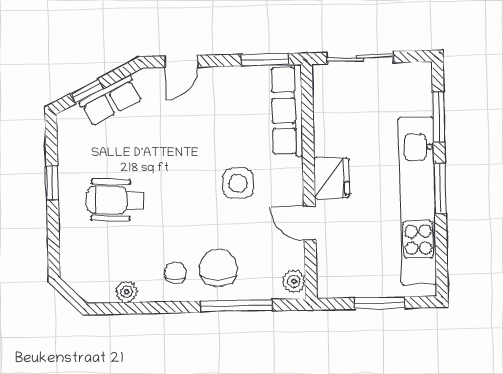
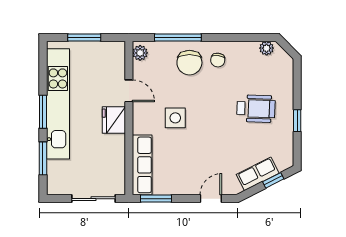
plant: (126, 292) -> (267, 48), moved

